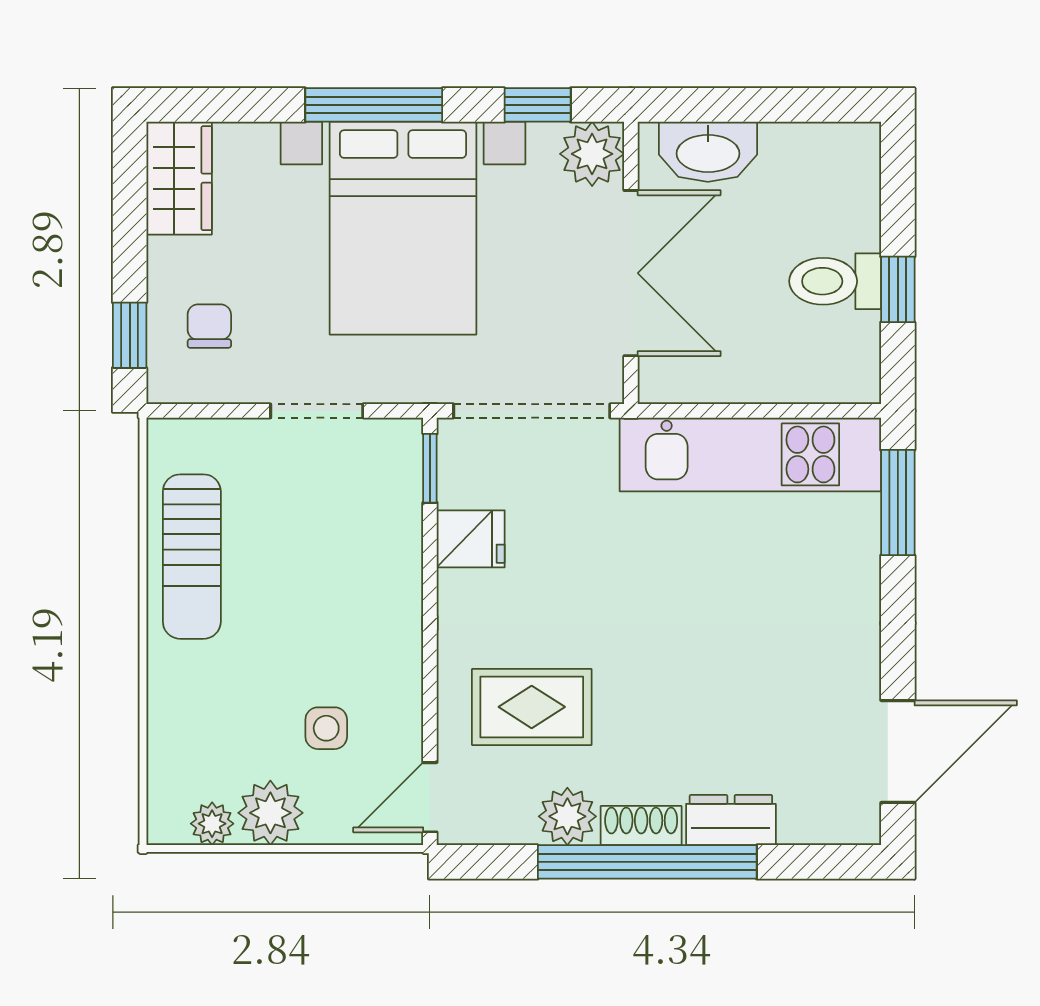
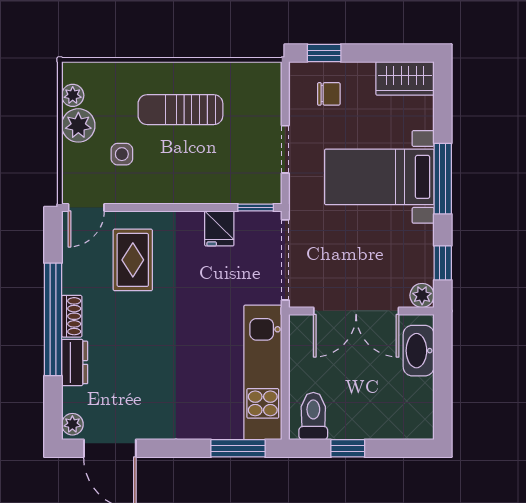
plant: (592, 154) -> (422, 295), width x0.73, depth x0.73
bed with nightstands: (403, 228) -> (379, 177), width x0.73
toilet: (835, 281) -> (313, 416), moved
sun lounger: (192, 557) -> (180, 110), moved
door: (430, 797) -> (86, 208), swing flipped
plant: (567, 816) -> (72, 424), moved, width x0.73, depth x0.73

